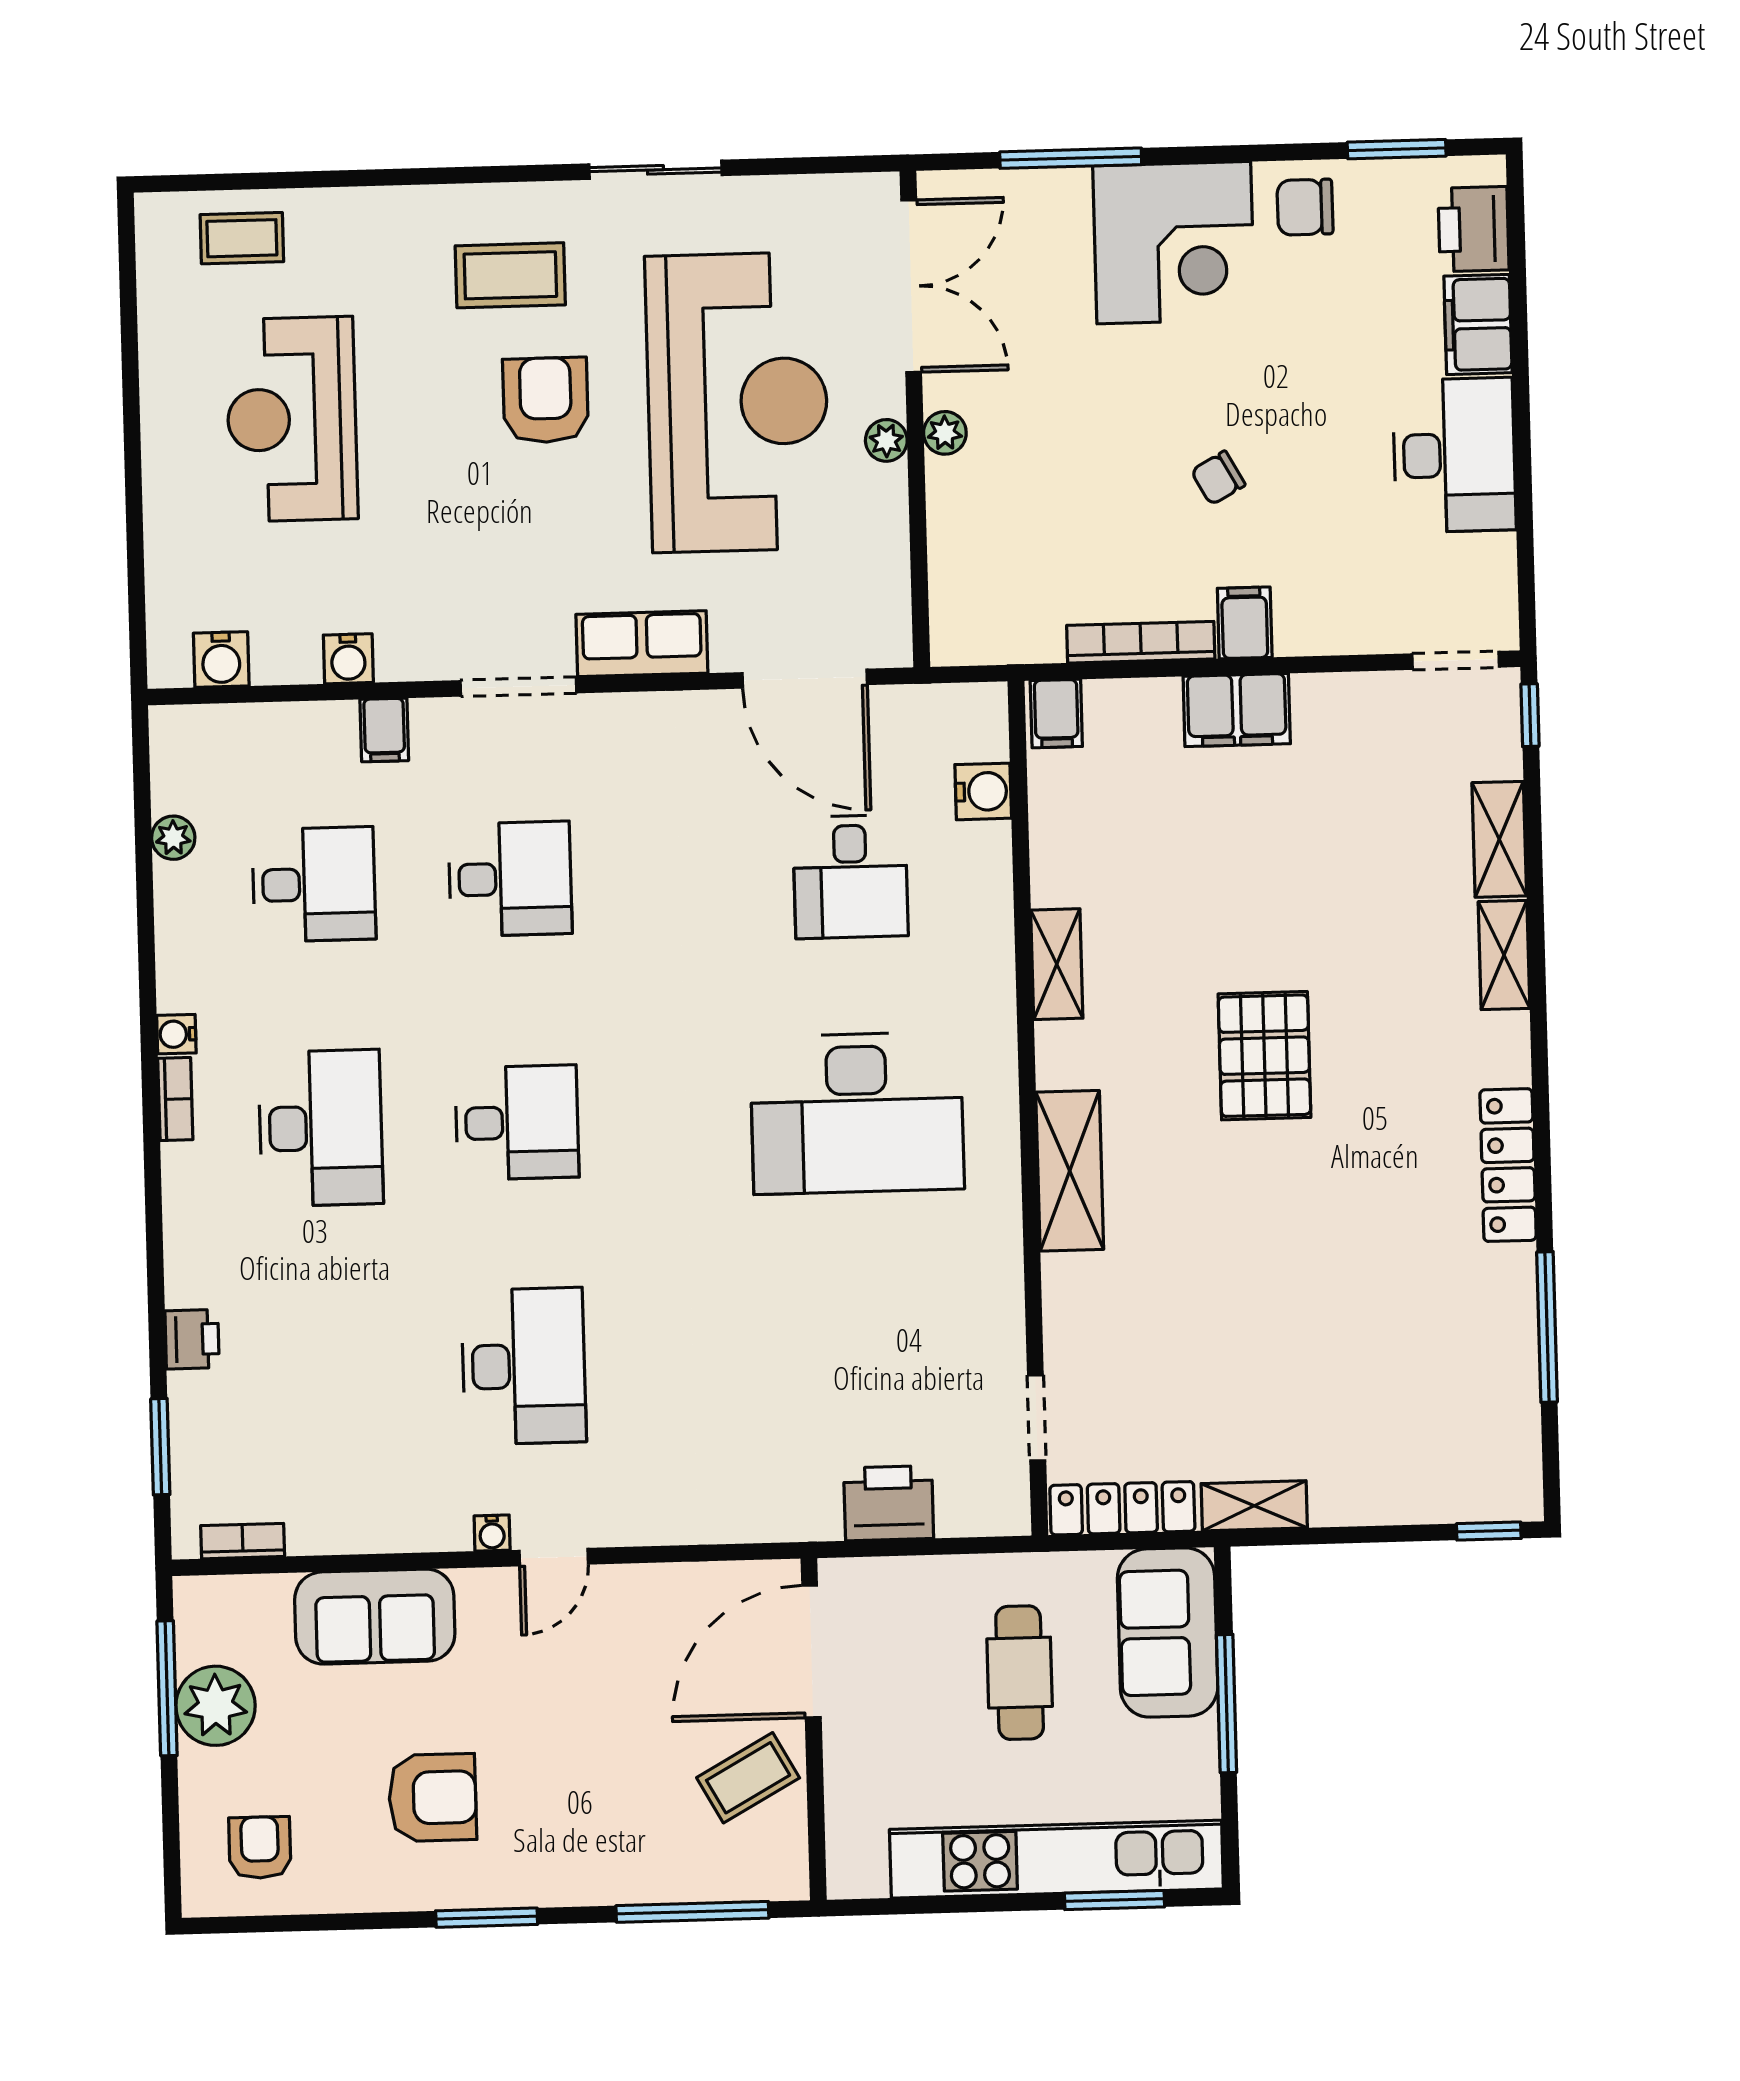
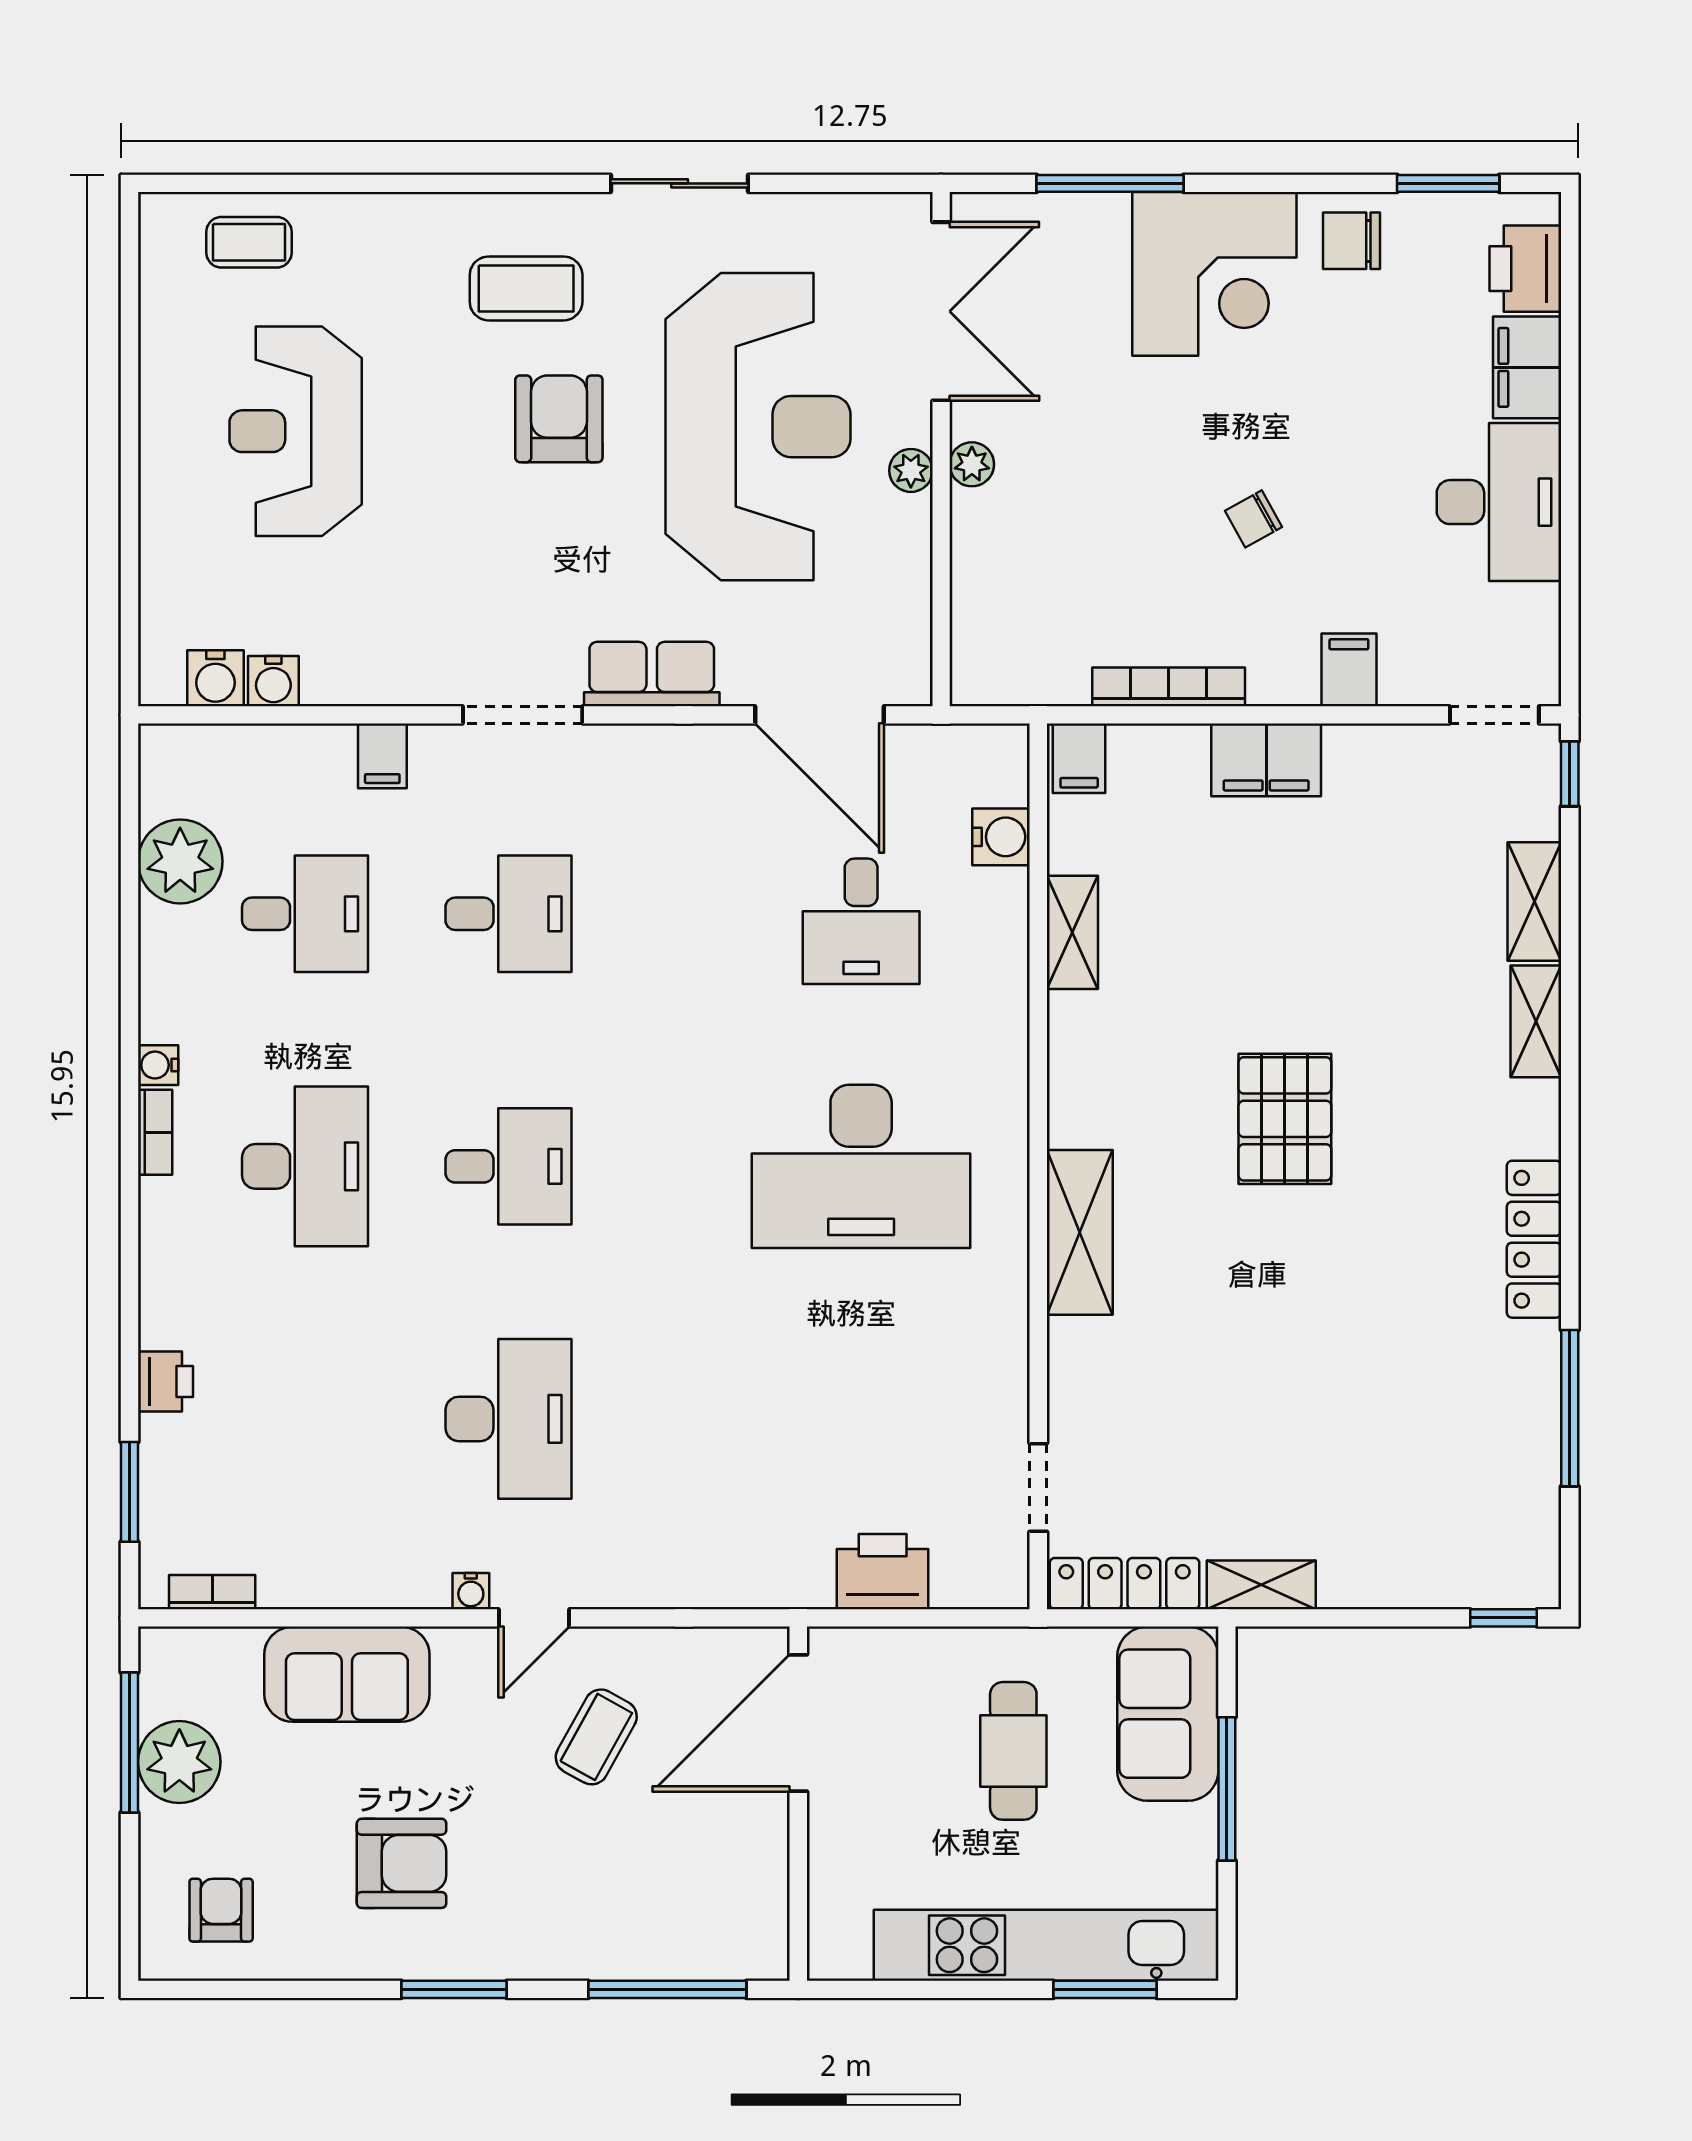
filing cabinet: (1245, 623) -> (1349, 670), moved
water cooler: (348, 659) -> (273, 681), moved
plant: (173, 838) -> (180, 861), width x1.88, depth x1.88
shelving: (1057, 964) -> (1072, 932), moved
coffee table: (748, 1778) -> (596, 1737), moved, turned -32

